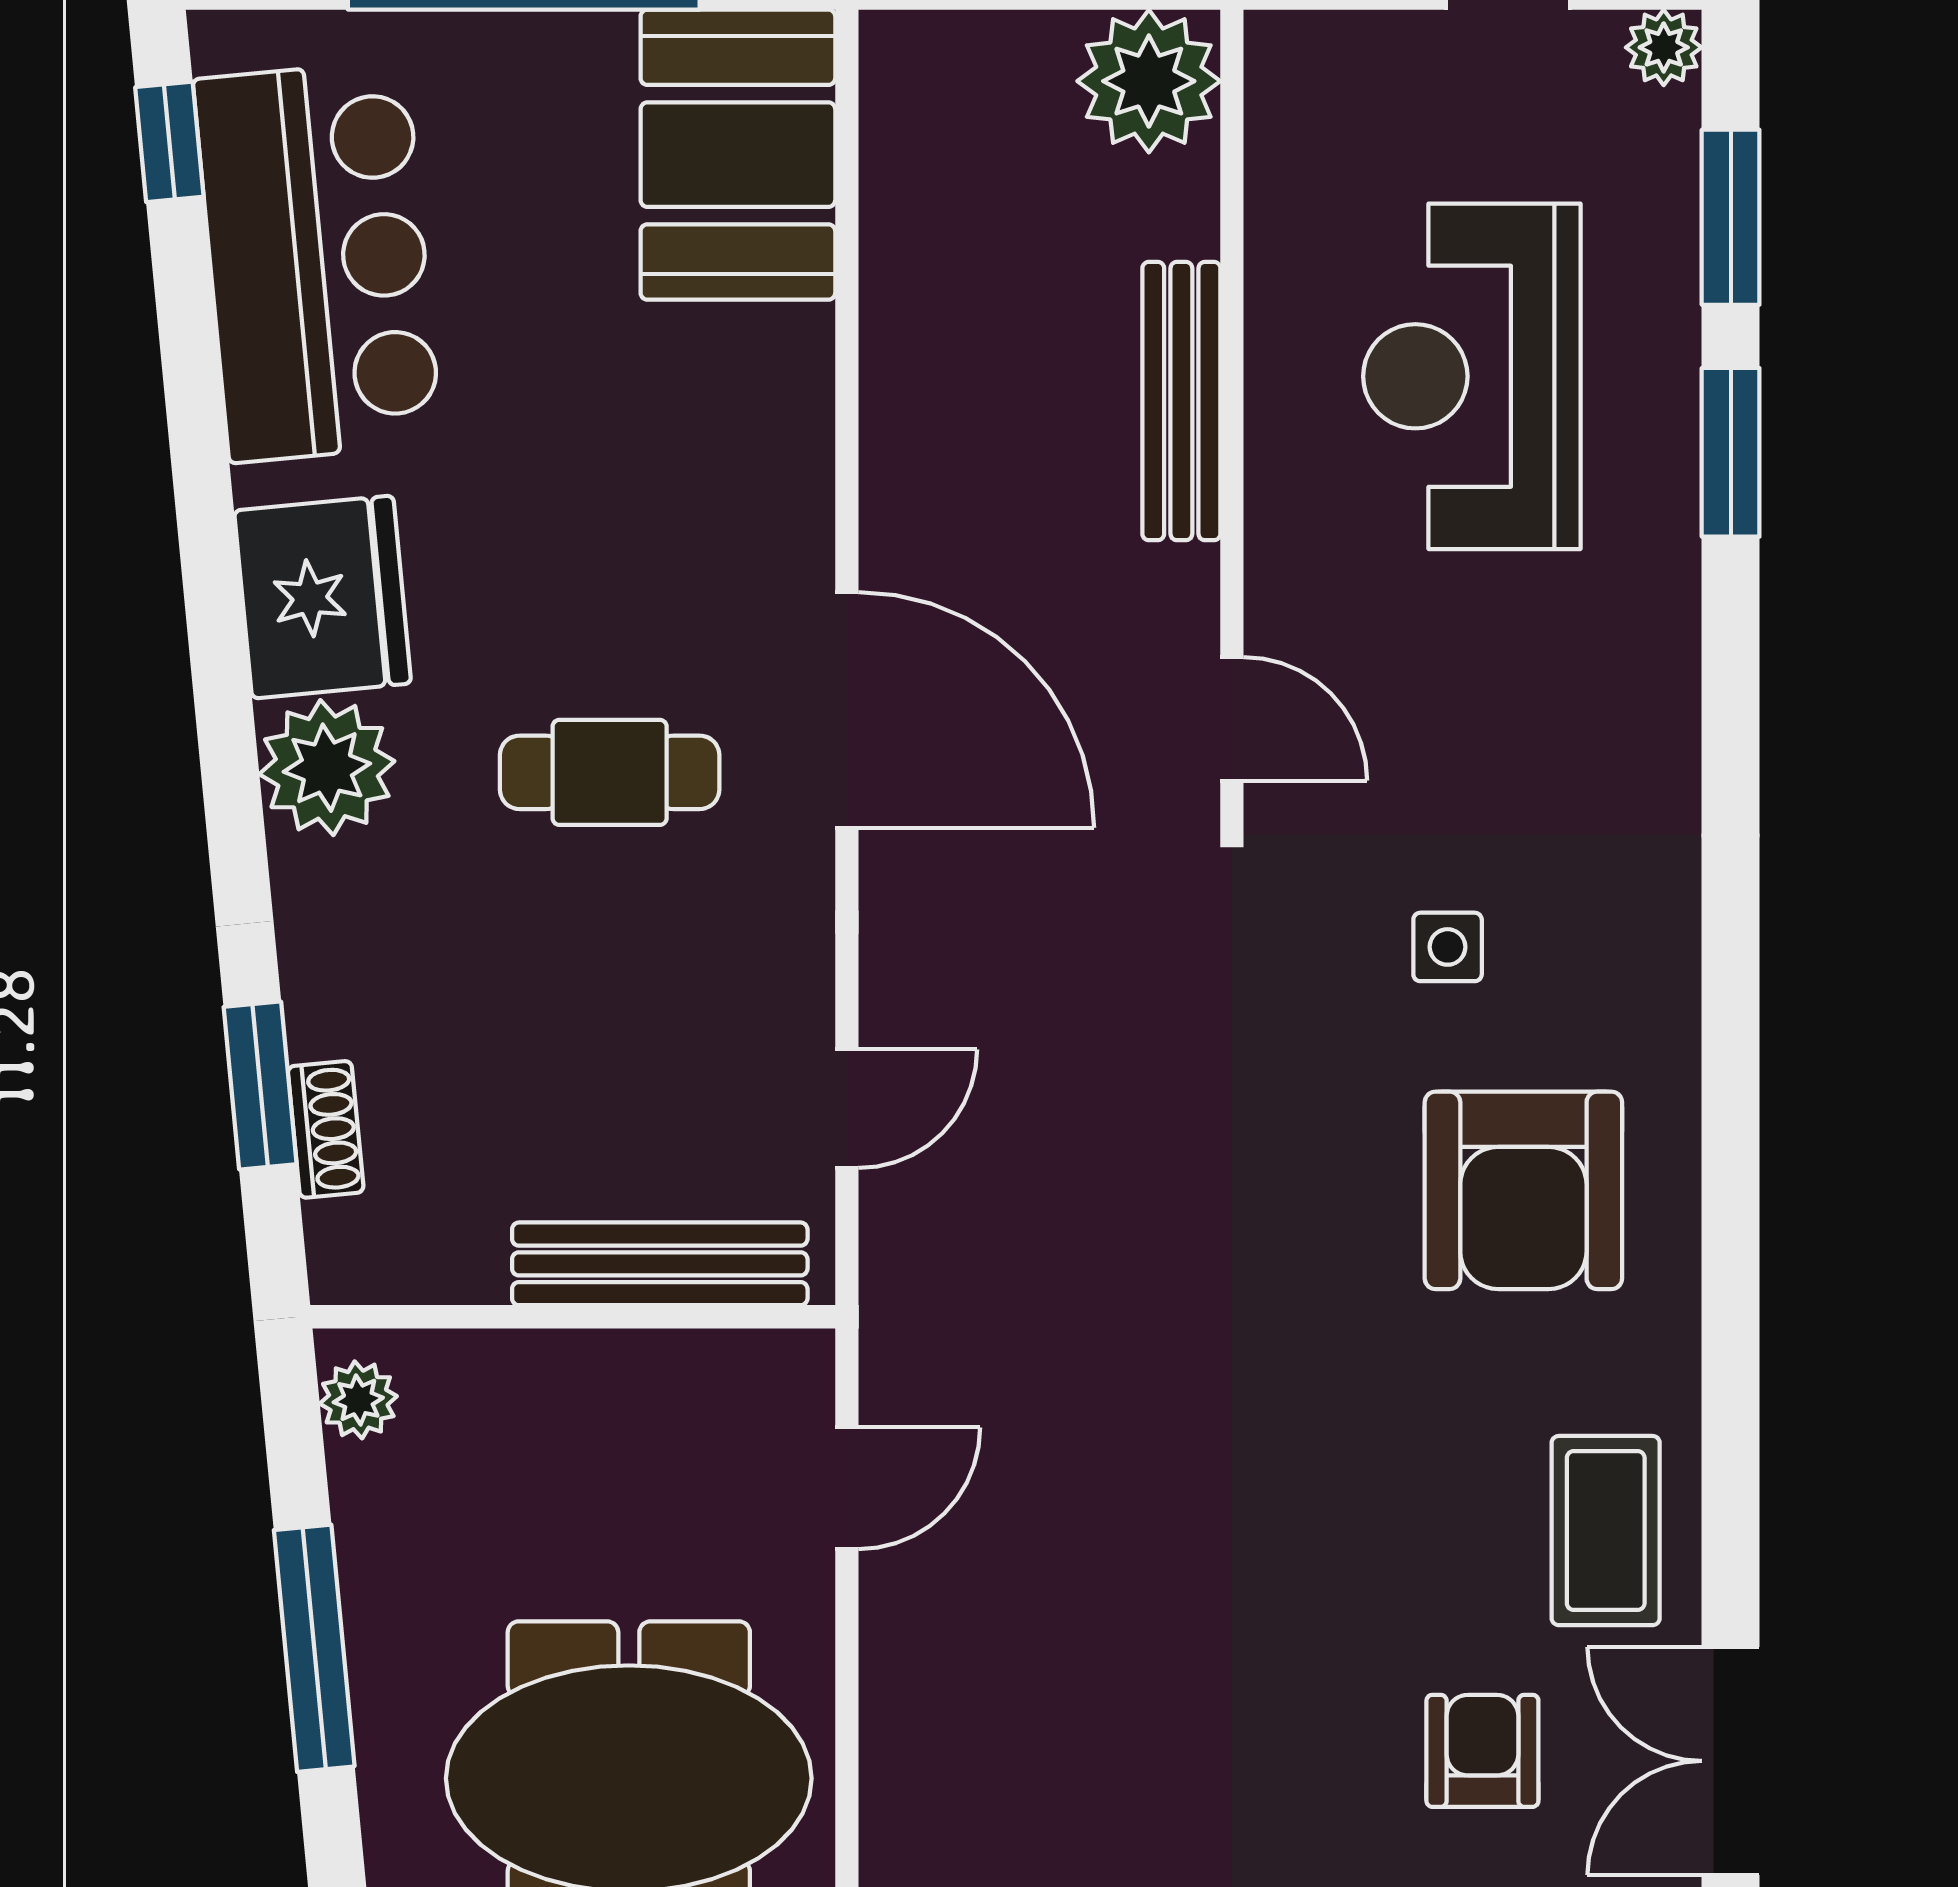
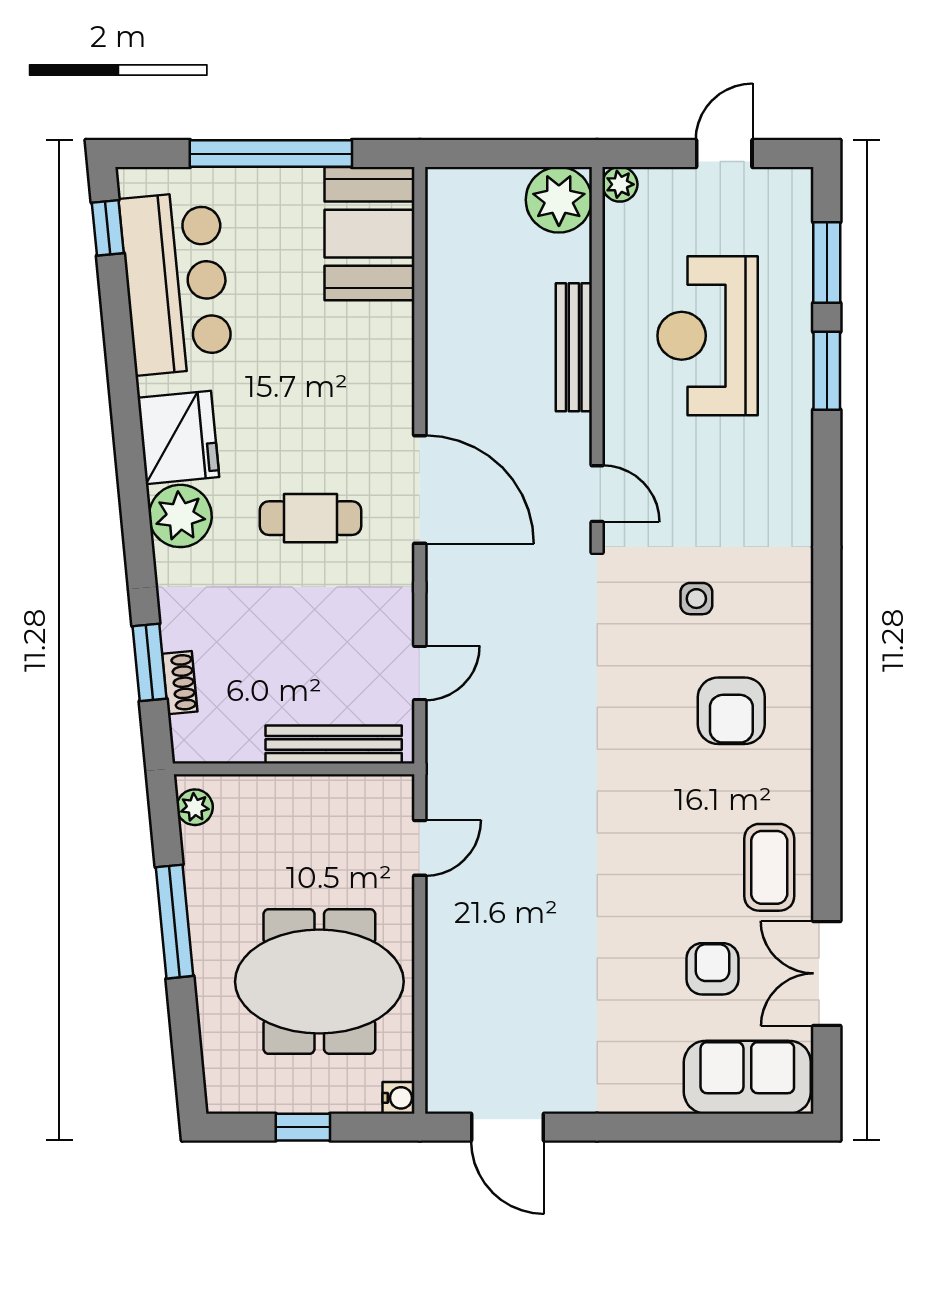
plant: (1664, 47) -> (620, 184), moved
armchair: (1523, 1190) -> (731, 711), width x0.73, depth x0.73

